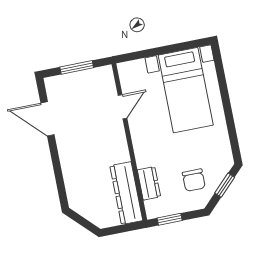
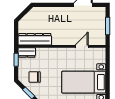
door: (122, 107) -> (82, 46), swing flipped
dresser: (149, 183) -> (27, 53), moved

